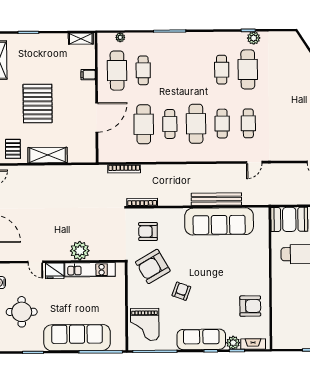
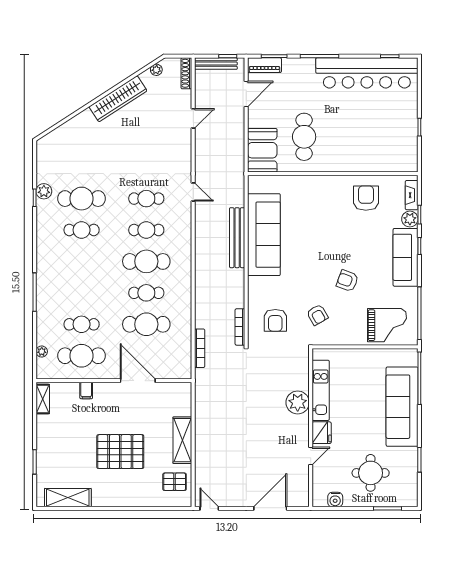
armchair: (153, 266) -> (317, 315), width x0.53, depth x0.53

